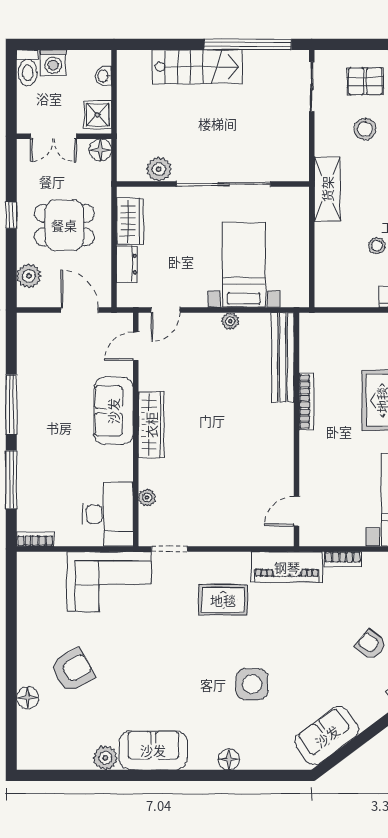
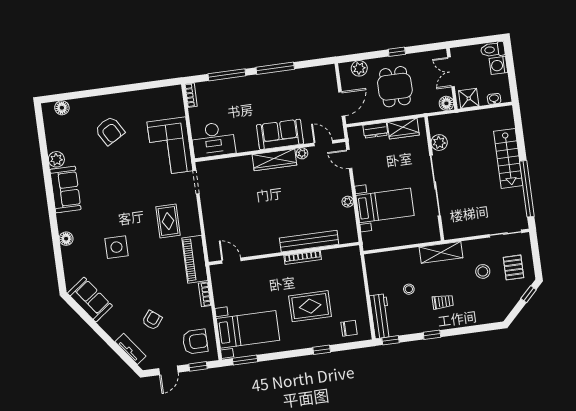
bench: (283, 357) -> (309, 241), moved
plant: (147, 497) -> (302, 153), moved
floor lamp: (28, 698) -> (62, 108), moved

